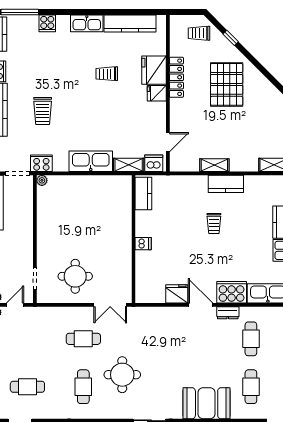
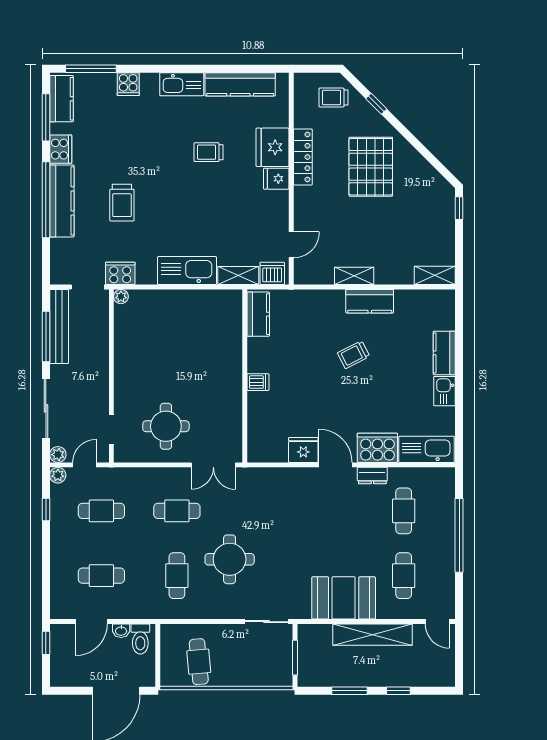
trolley: (214, 223) -> (354, 355), turned 63
cafe table: (27, 339) -> (101, 511), added

